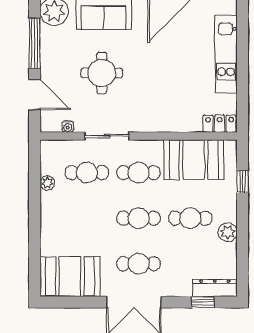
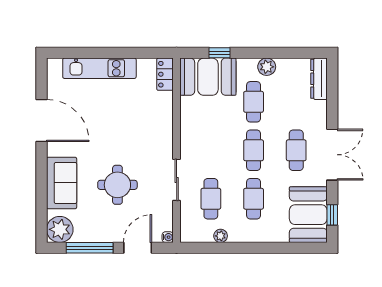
water cooler: (68, 127) -> (168, 237), moved
booth: (194, 160) -> (208, 77), moved, turned 90
cafe table: (139, 173) -> (254, 199), moved
window: (203, 302) -> (332, 215), moved

